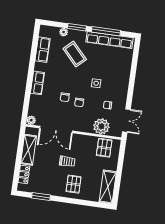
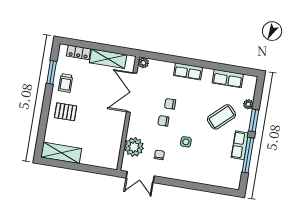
row of seats: (109, 40) -> (240, 145), width x0.50
pallet: (104, 148) -> (108, 150), removed
trolley: (67, 161) -> (66, 83), moved

